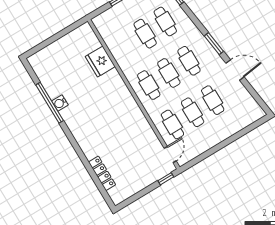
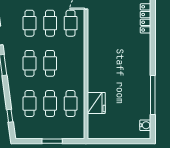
cafe table: (149, 85) -> (71, 104), moved
water cooler: (60, 103) -> (145, 125), moved

